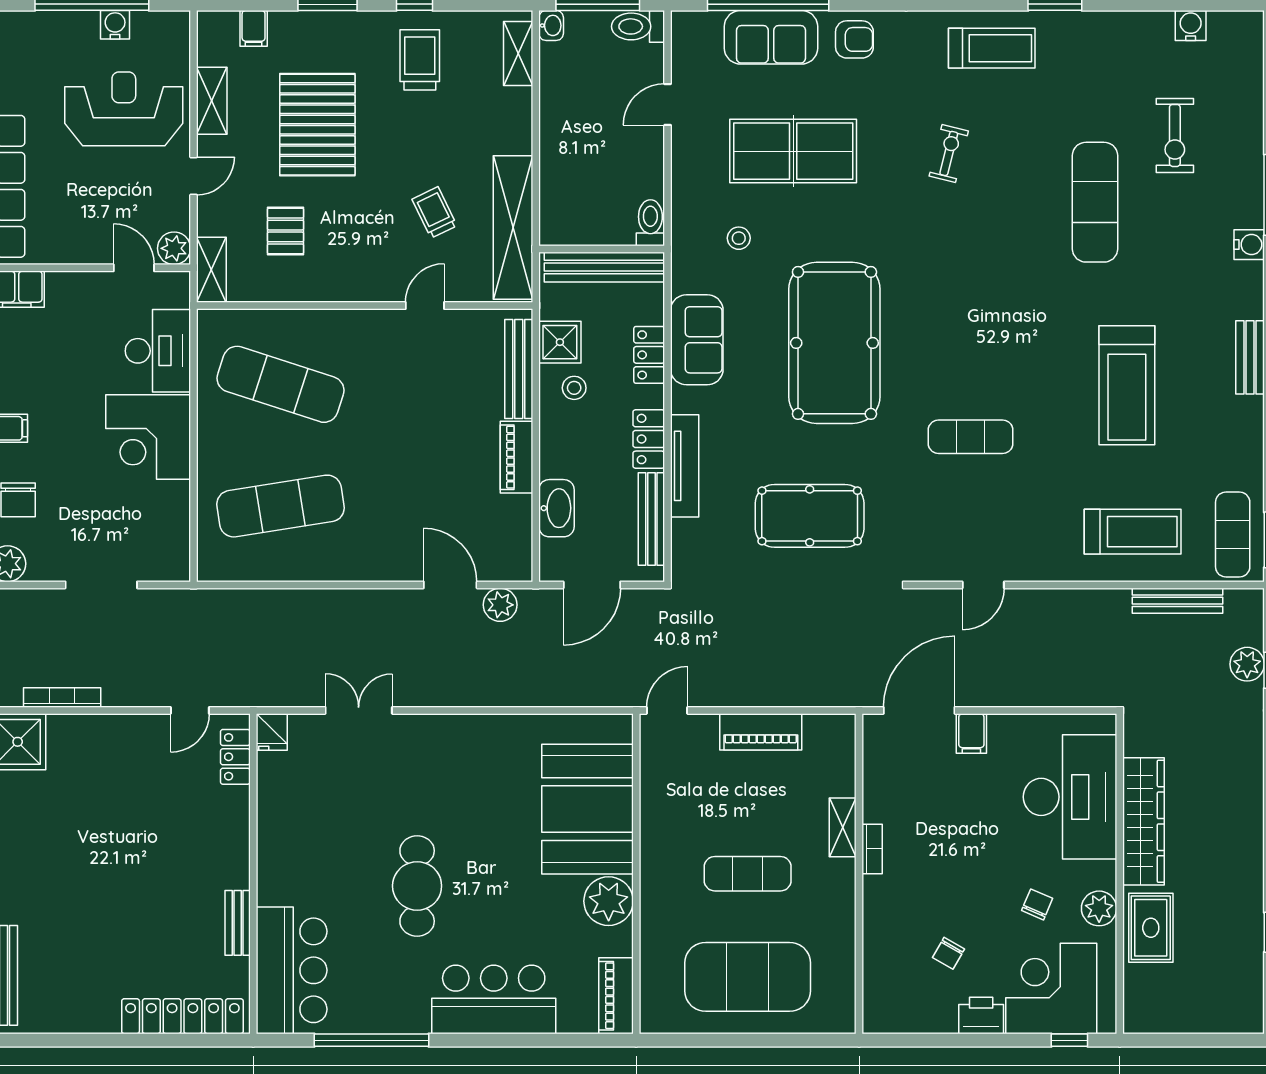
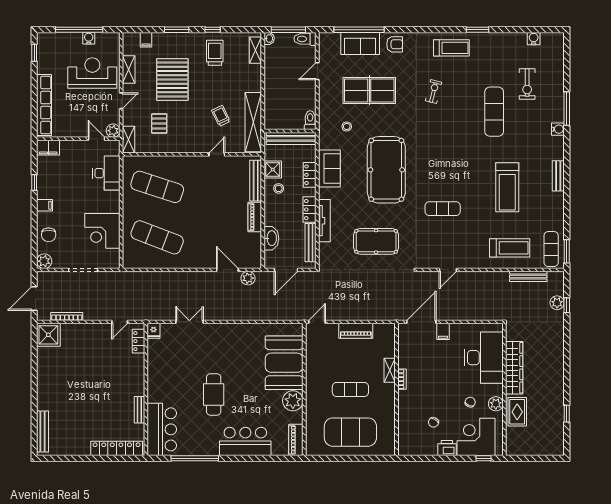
corner desk: (148, 437) -> (102, 231), moved
exercise mat: (281, 506) -> (157, 237), turned 30

